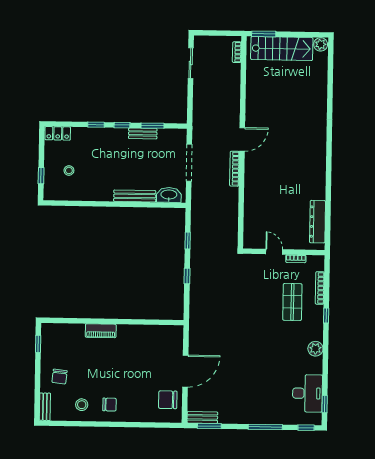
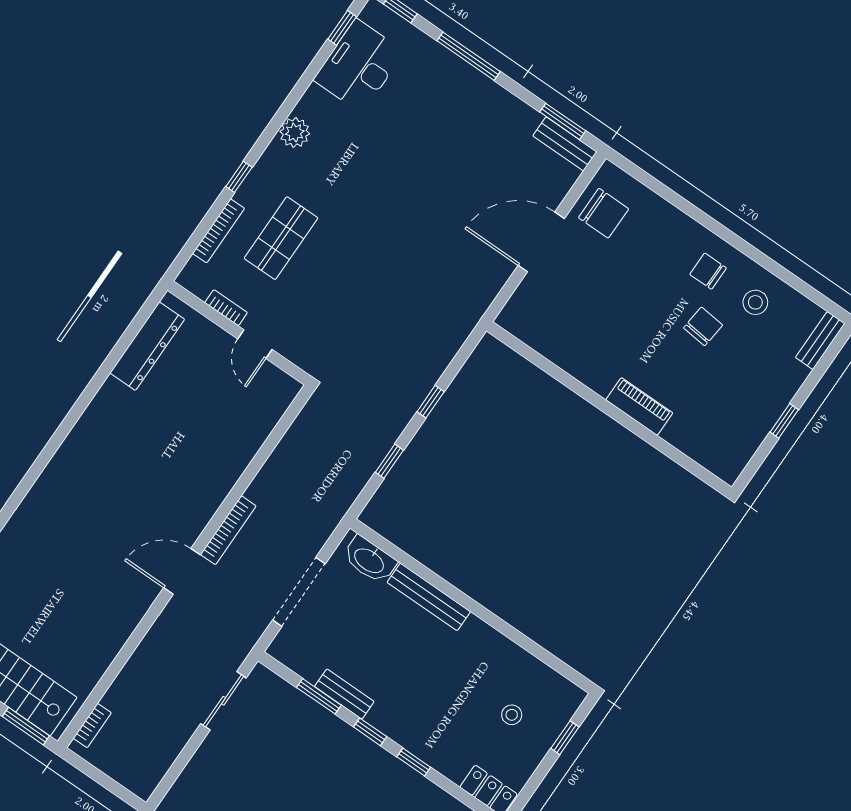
sliding door: (191, 63) -> (223, 701), moved
window: (38, 344) -> (784, 421), moved
chair: (60, 377) -> (703, 326), moved

